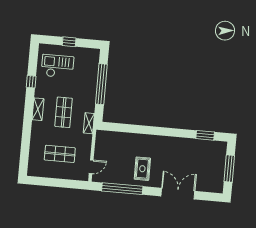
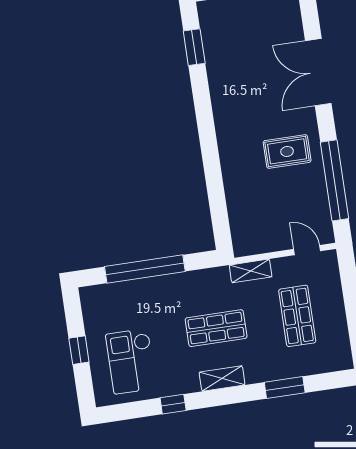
shelving: (89, 123) -> (251, 271), moved
window: (26, 139) -> (285, 388), added

